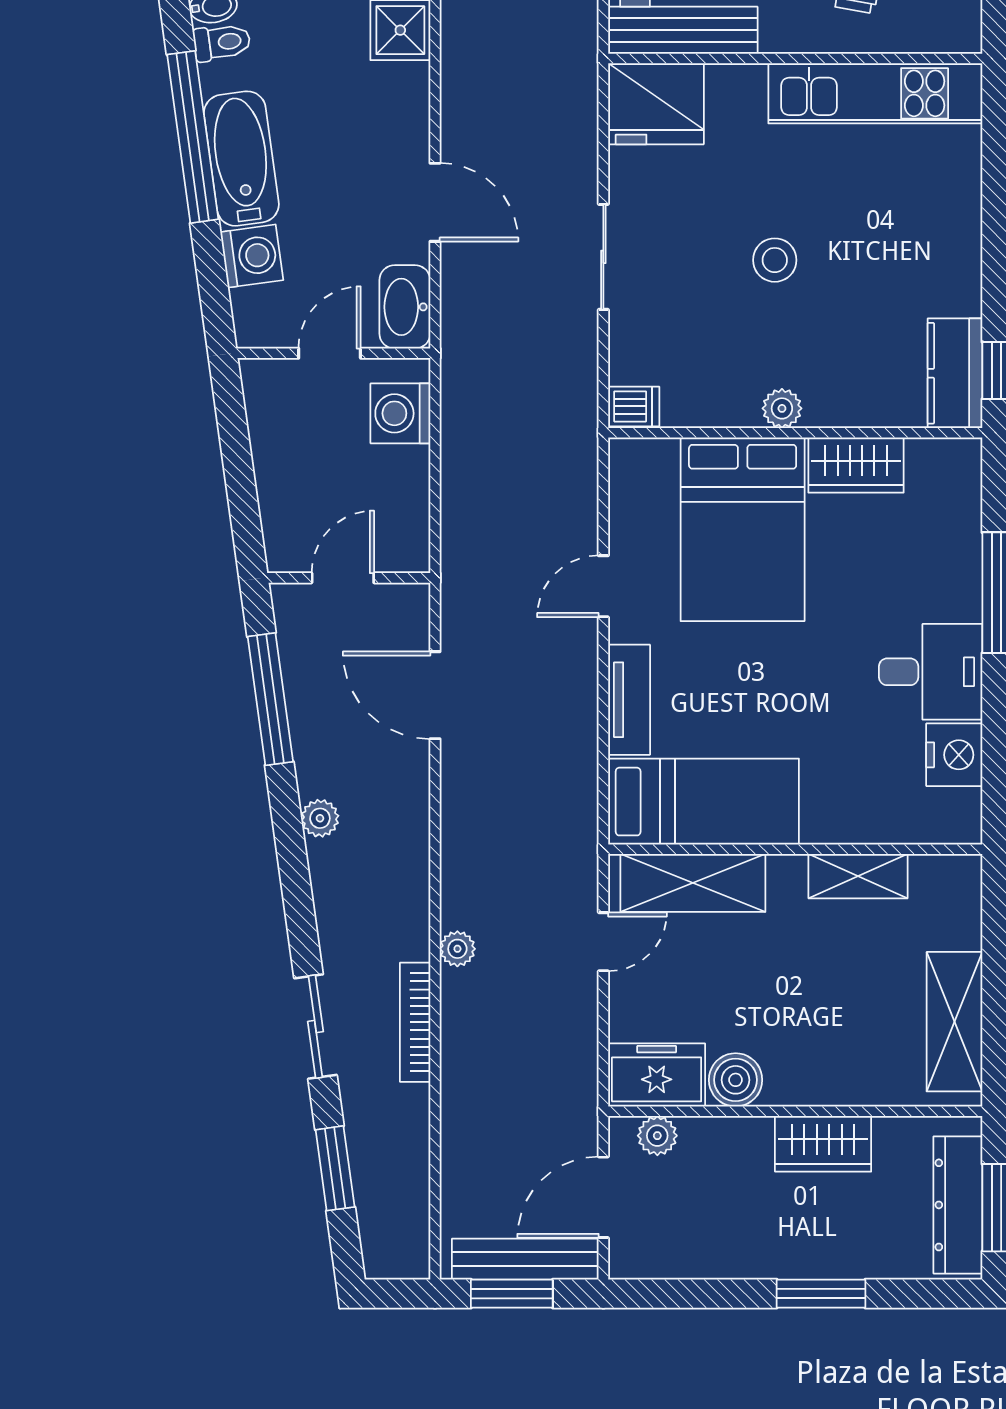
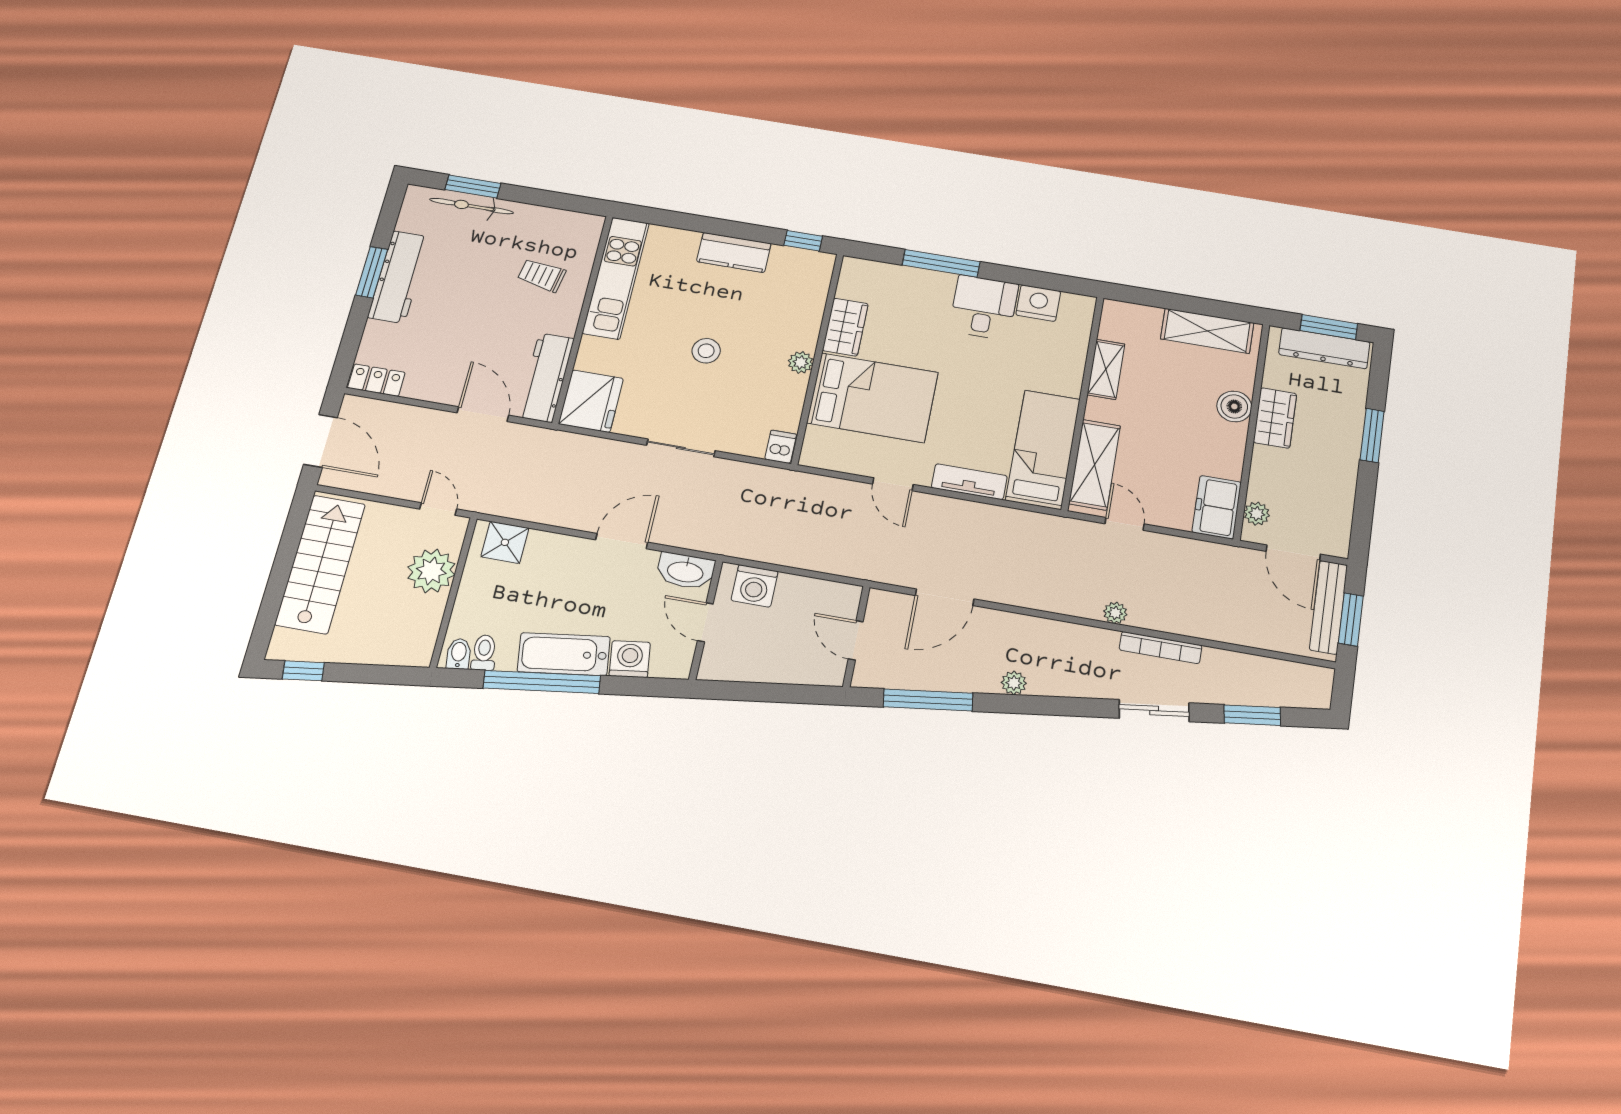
kitchen counter: (955, 373) -> (734, 252), moved
boiler: (736, 1080) -> (1234, 406), moved

